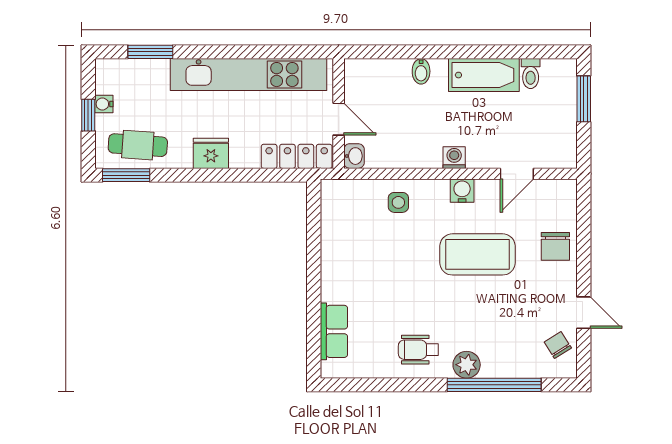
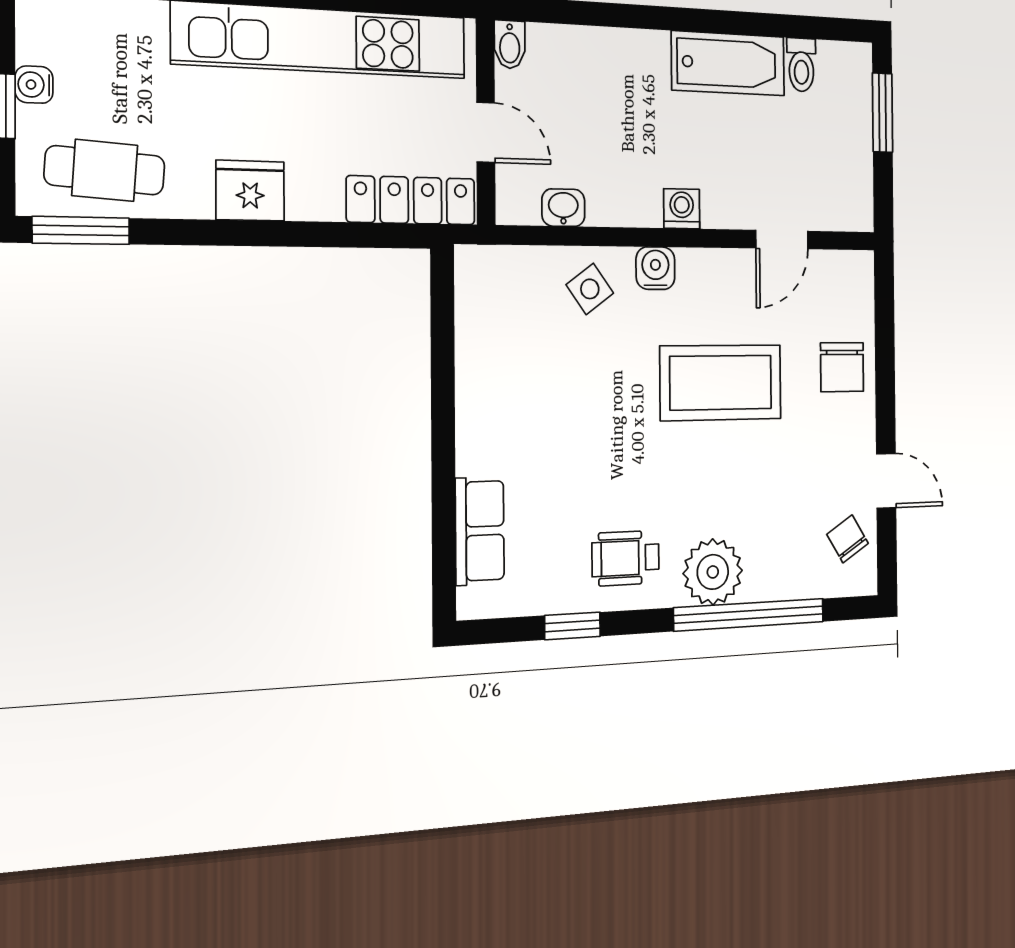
bidet: (421, 71) -> (510, 45), moved
washbasin: (354, 156) -> (563, 208), moved, turned -90
water cooler: (462, 191) -> (655, 268), moved
side table: (398, 202) -> (590, 289), turned -36
plant: (467, 365) -> (713, 572), width x1.36, depth x1.36
window: (387, 385) -> (572, 626), added

